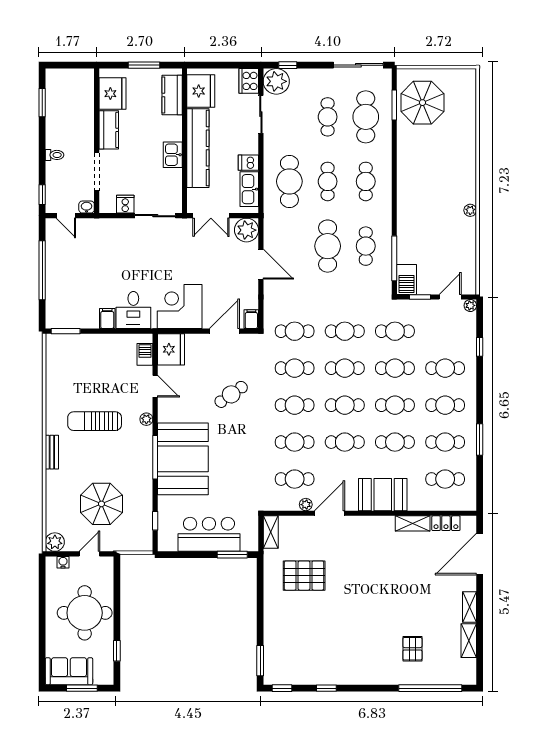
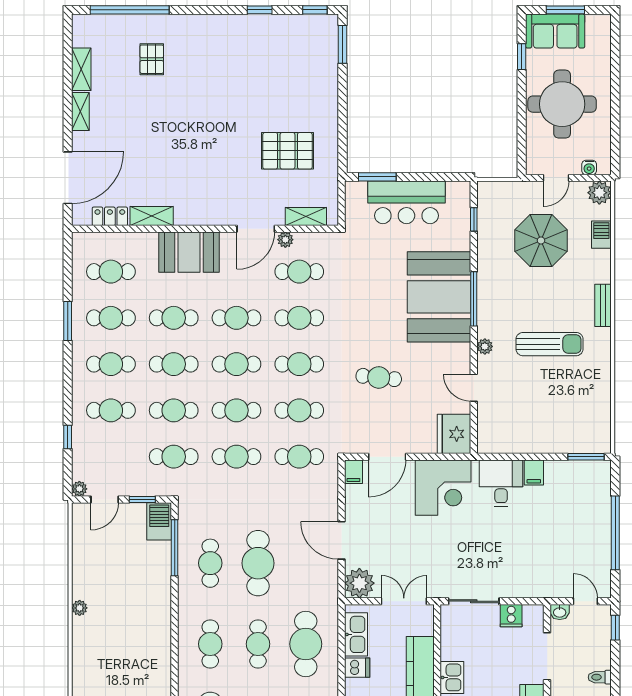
barbecue: (145, 354) -> (601, 235), moved, turned 180
cafe table: (231, 394) -> (379, 377), turned 41
shelving: (271, 532) -> (306, 217), moved, turned 90
sofa: (69, 671) -> (555, 31), moved

